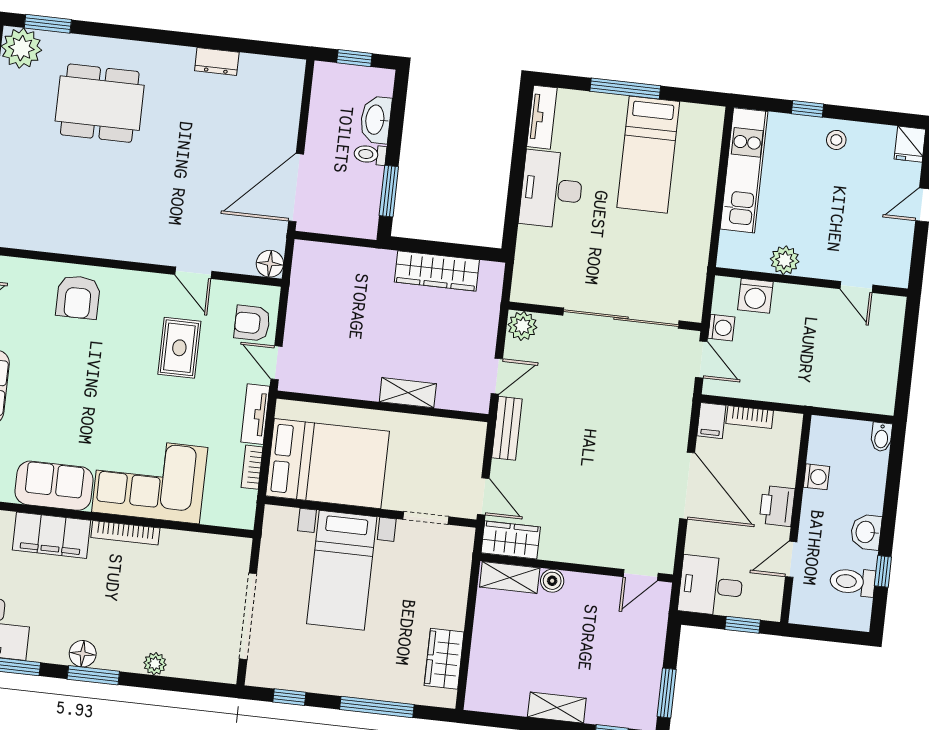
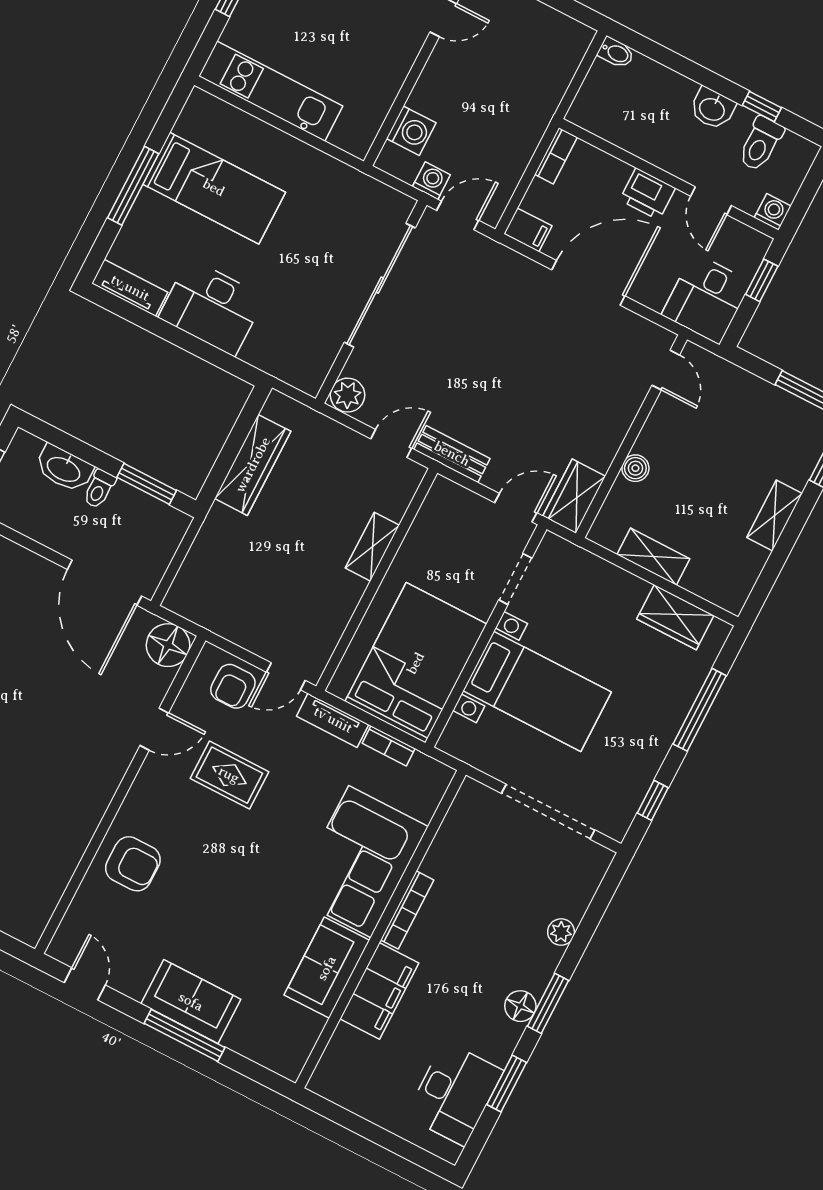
plant: (785, 260) -> (385, 84), removed
floor lamp: (270, 264) -> (168, 645), width x1.38, depth x1.38
door: (497, 376) -> (391, 444), hinge flipped
bookcase: (750, 417) -> (556, 156), moved
washing machine: (816, 477) -> (773, 212), moved
shelving: (510, 577) -> (653, 557), moved, turned 90

